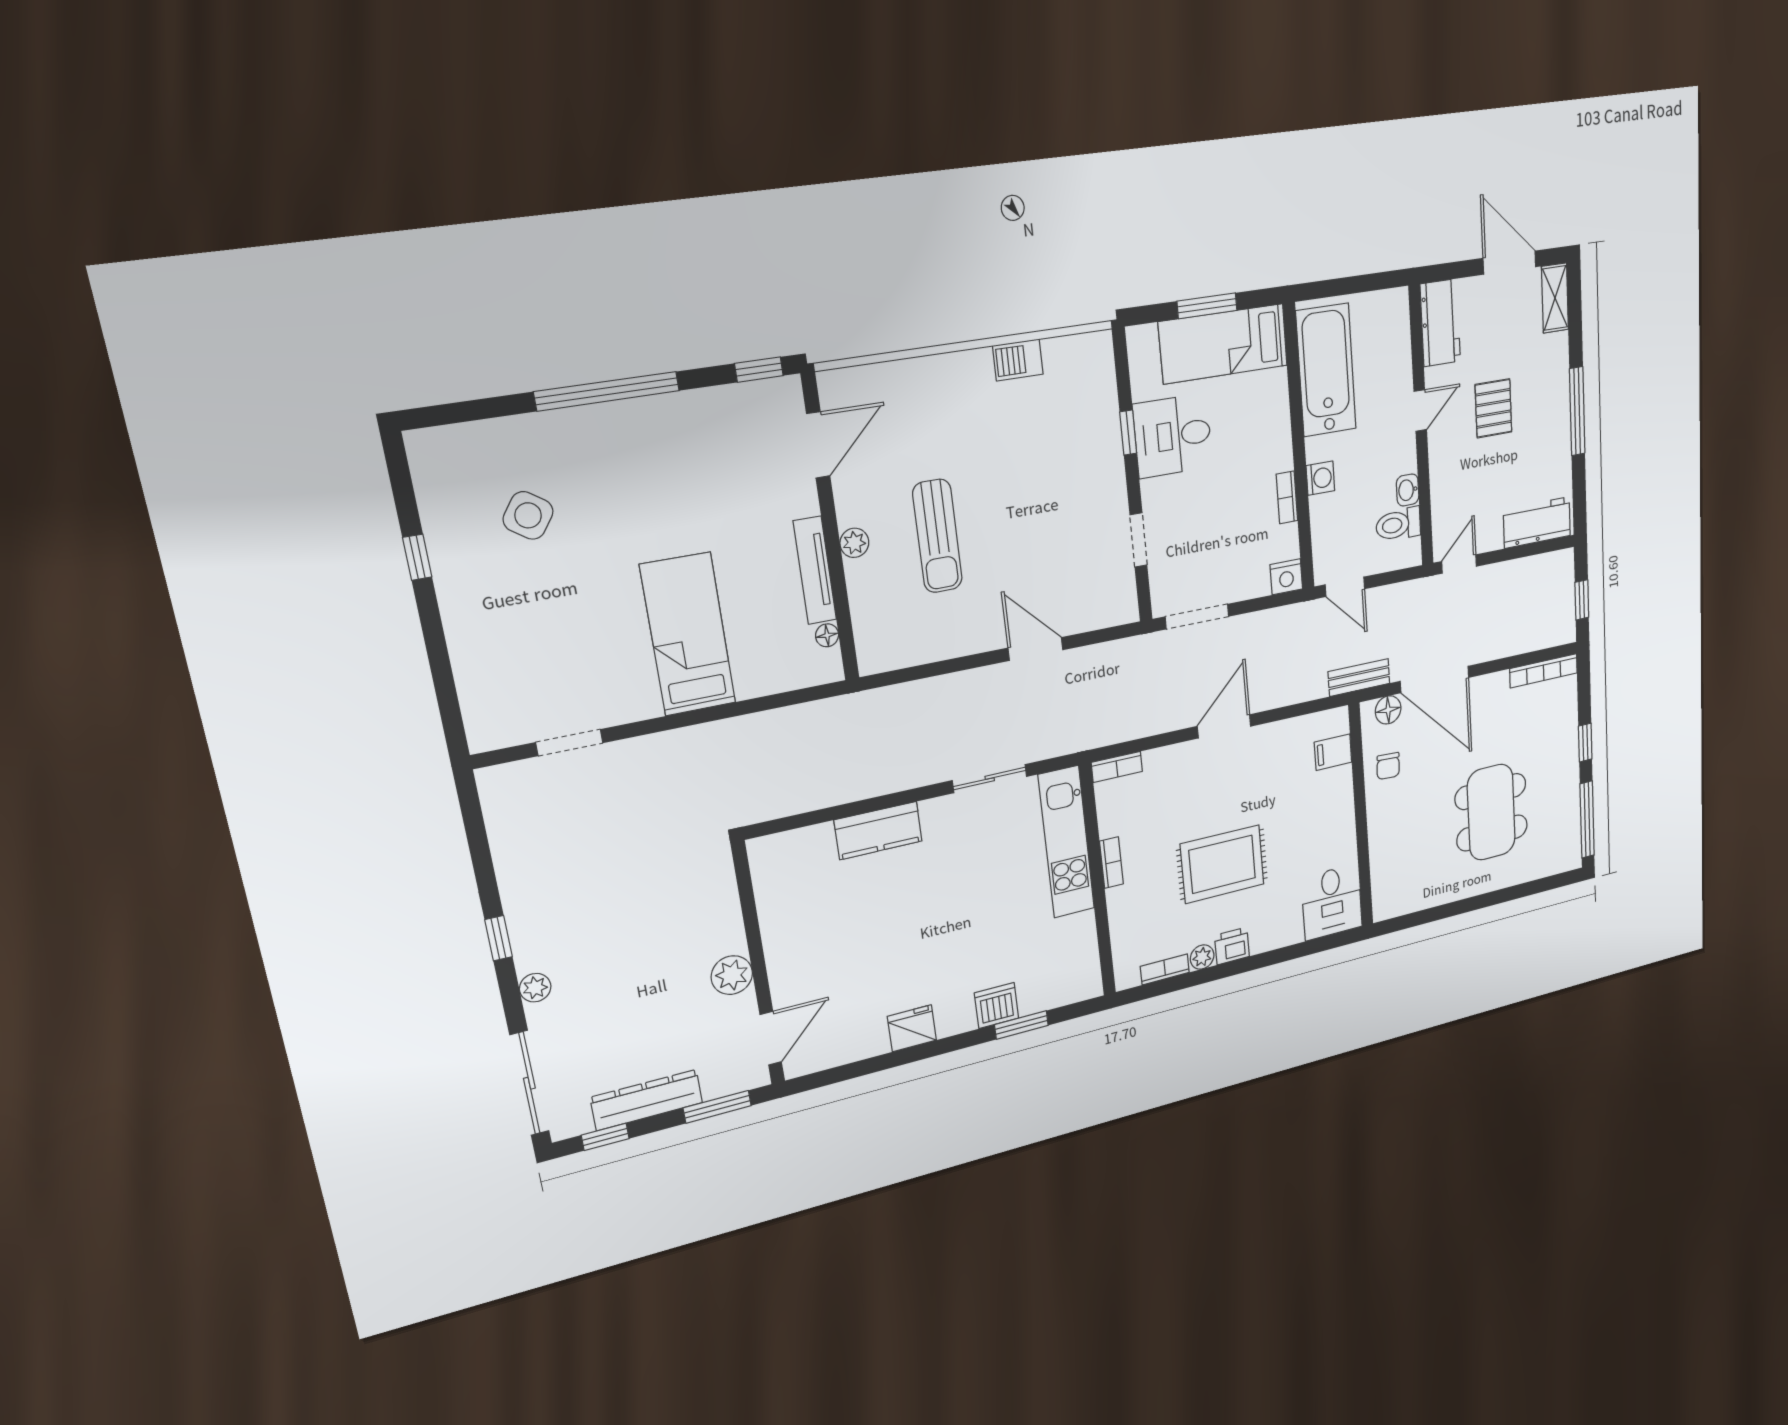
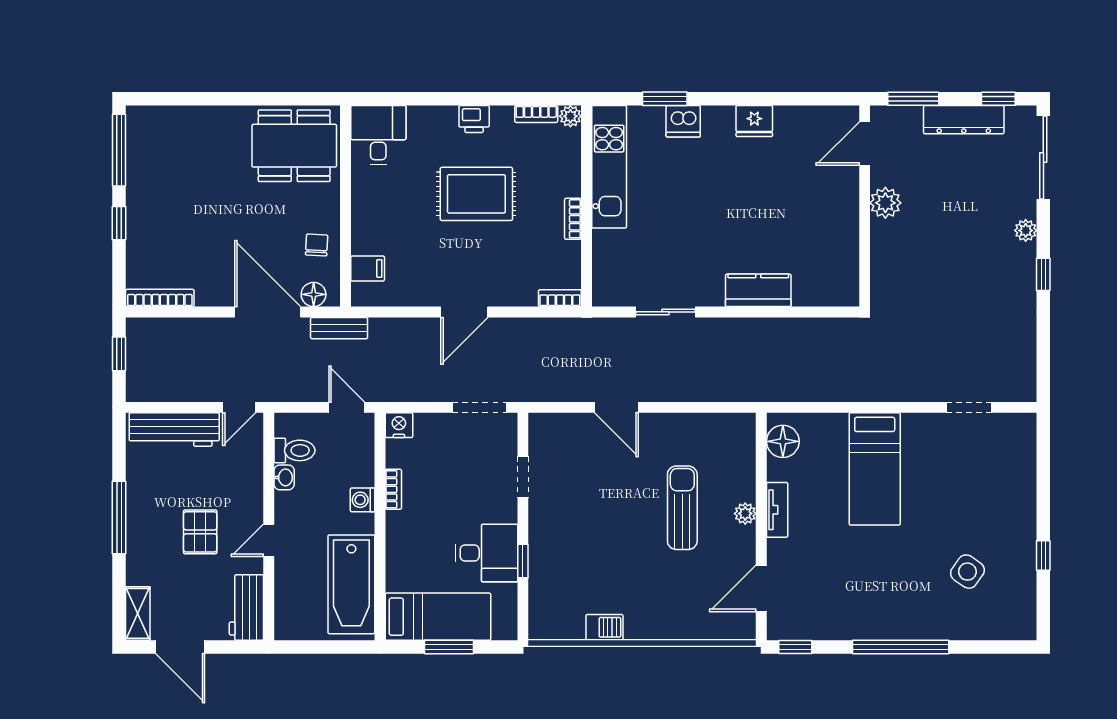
workbench: (1537, 523) -> (174, 429), width x1.38
tv unit: (815, 570) -> (777, 510), width x0.71
floor lamp: (827, 635) -> (783, 441), width x1.89, depth x1.89
dining table: (1491, 812) -> (294, 146), moved, turned 90
kitchen unit: (1066, 842) -> (609, 167), moved
plant: (1202, 957) -> (570, 116), moved

